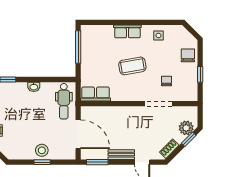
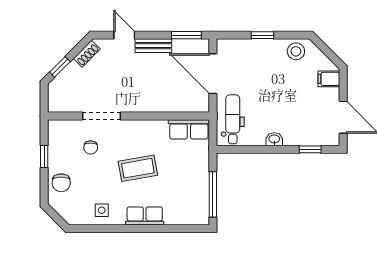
plant: (186, 128) -> (63, 82), removed
stool: (42, 150) -> (296, 51), moved

